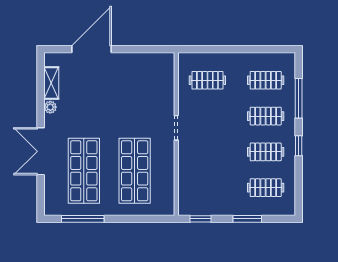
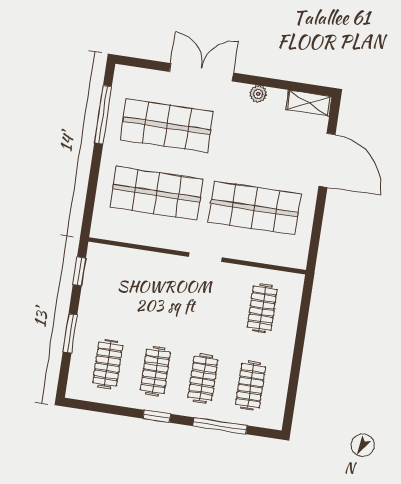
shelving: (51, 83) -> (309, 103), moved
shop shelf: (135, 97) -> (254, 208), added

